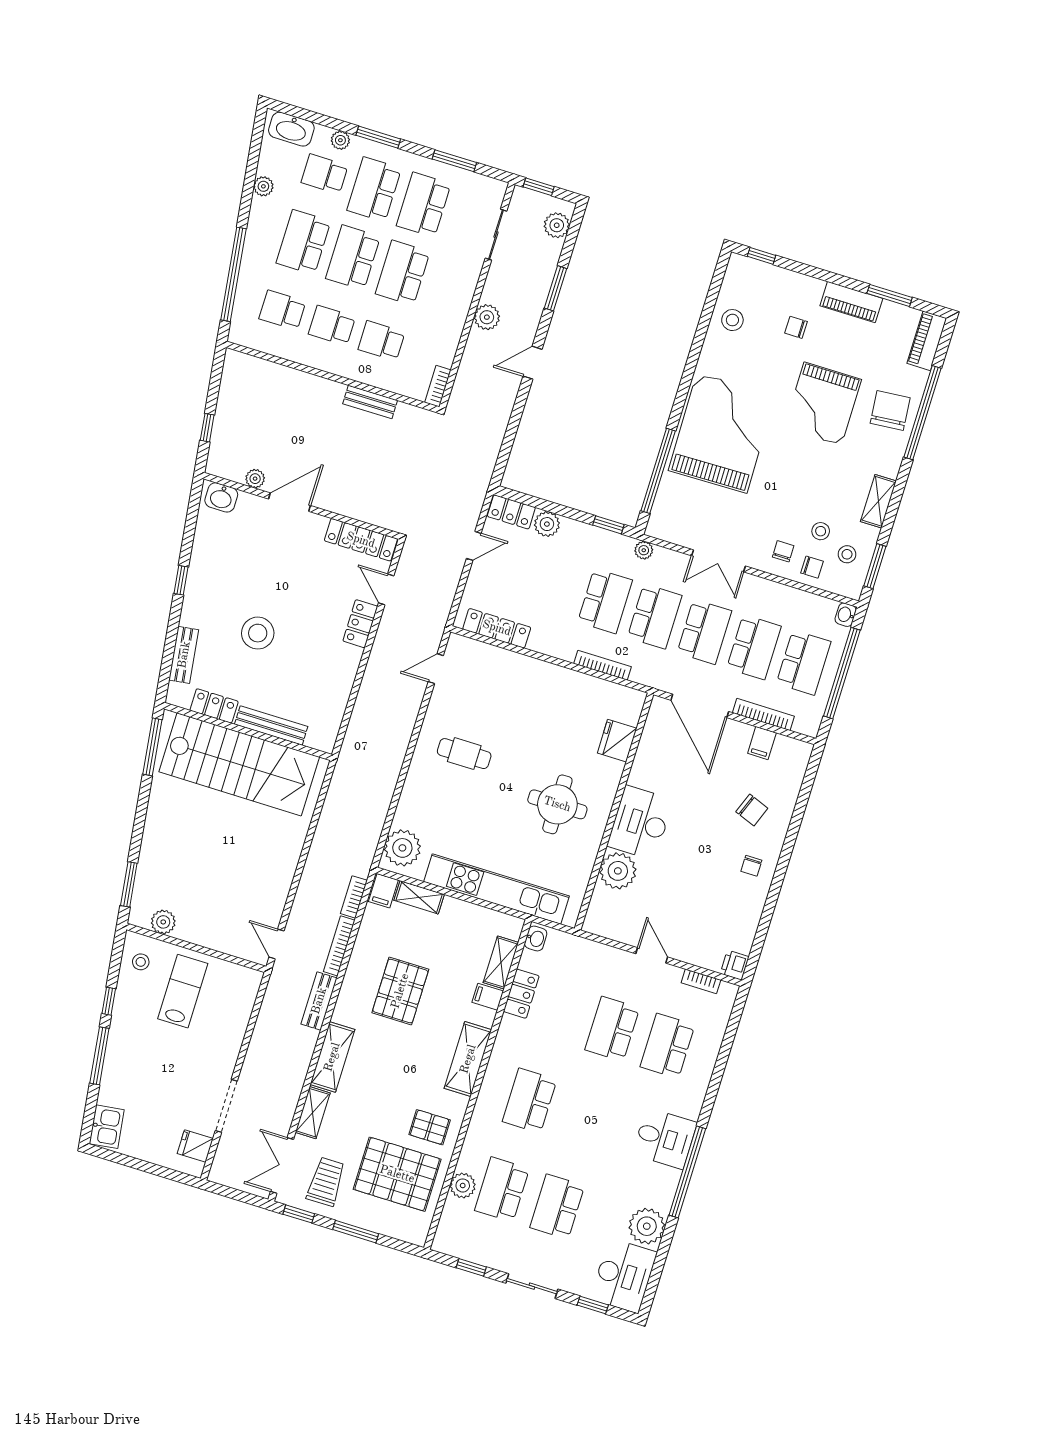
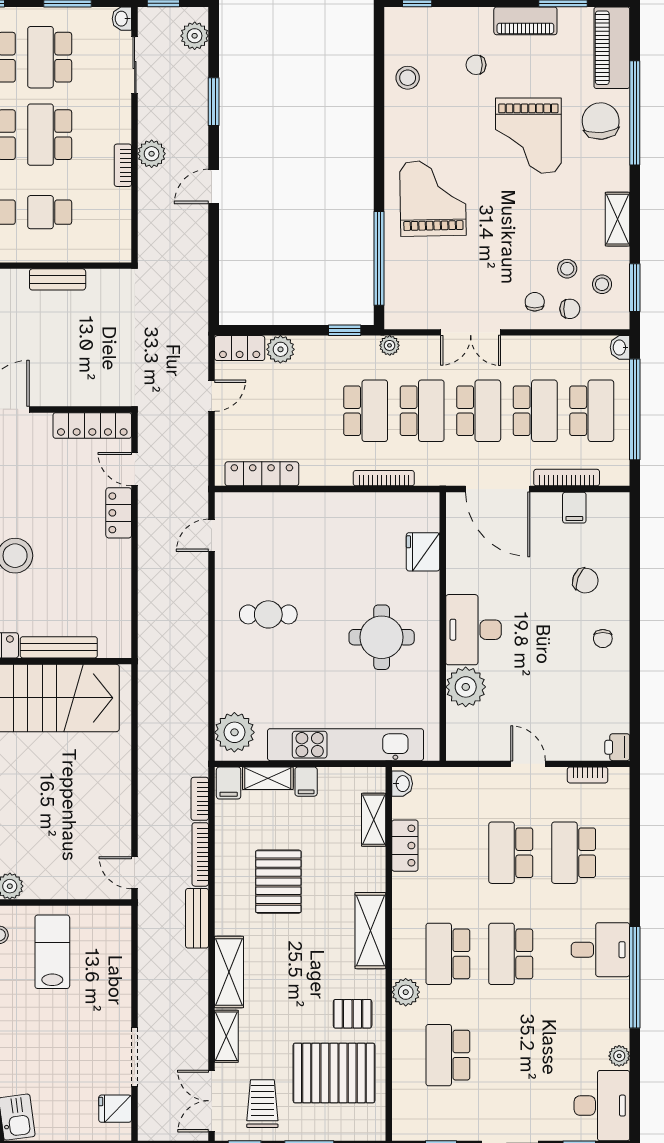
washbasin: (498, 190) -> (122, 19), added
piano: (927, 341) -> (612, 48), width x1.37, depth x1.33
bookcase: (438, 386) -> (123, 165), moved
grand piano: (722, 433) -> (433, 198), width x0.73, depth x0.68
filing cabinet: (488, 997) -> (306, 782), moved, turned -90
plant: (463, 1185) -> (406, 992), moved
school desk: (557, 1207) -> (511, 954), moved
plant: (647, 1226) -> (619, 1056), width x0.53, depth x0.53

